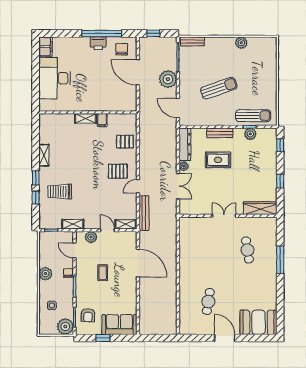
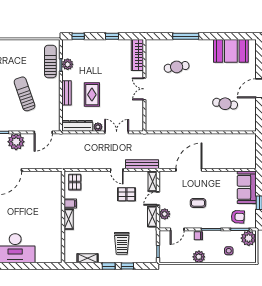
wall: (88, 112) -> (63, 217), moved
shelving: (85, 118) -> (69, 219), moved
filing cabinet: (102, 120) -> (70, 204), moved
pallet: (118, 171) -> (126, 194), moved, turned 90
shelving: (73, 224) -> (152, 217), moved
booth: (258, 322) -> (231, 51), moved, turned 90

